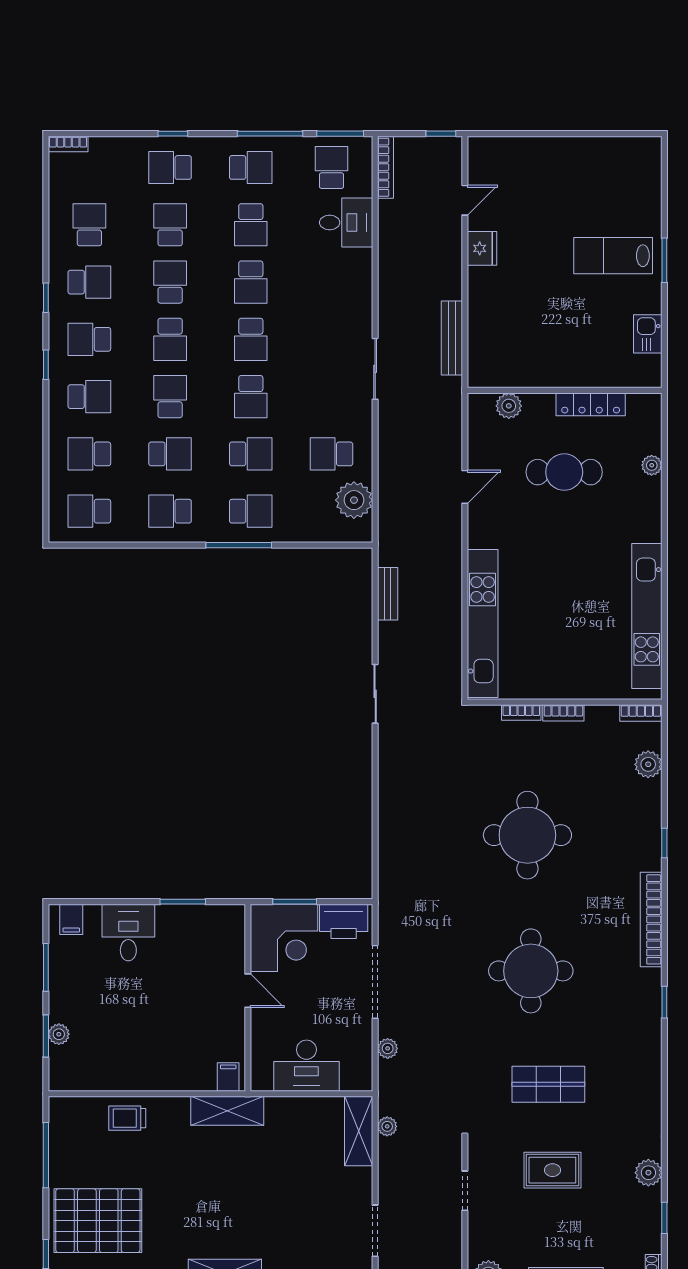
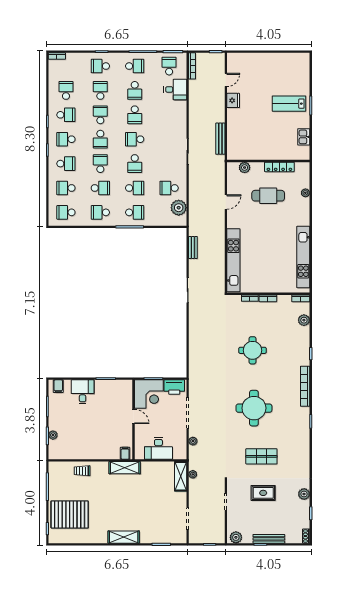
school desk: (251, 339) -> (135, 139), turned 90
round table: (527, 835) -> (253, 350), width x0.73, depth x0.73

